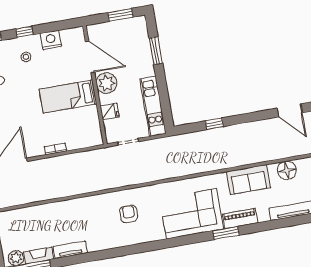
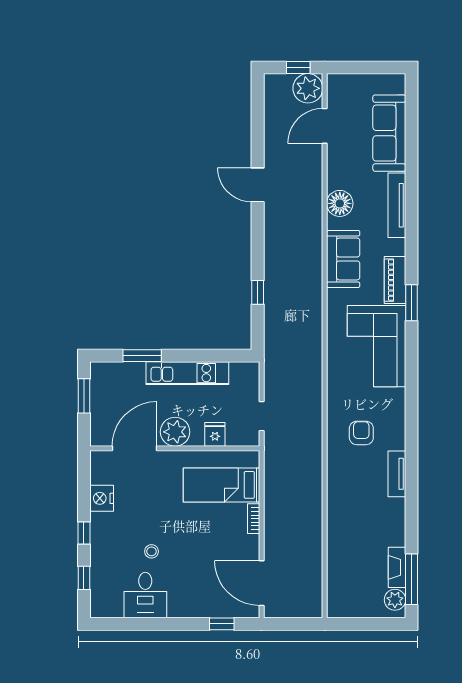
stool: (26, 57) -> (152, 551), moved
bed: (68, 96) -> (221, 485), moved, turned 90
kitchen unit: (153, 106) -> (187, 373), moved
door: (290, 110) -> (258, 185), swing flipped
armchair: (129, 214) -> (361, 433), turned 90
tv unit: (70, 250) -> (397, 474), moved

